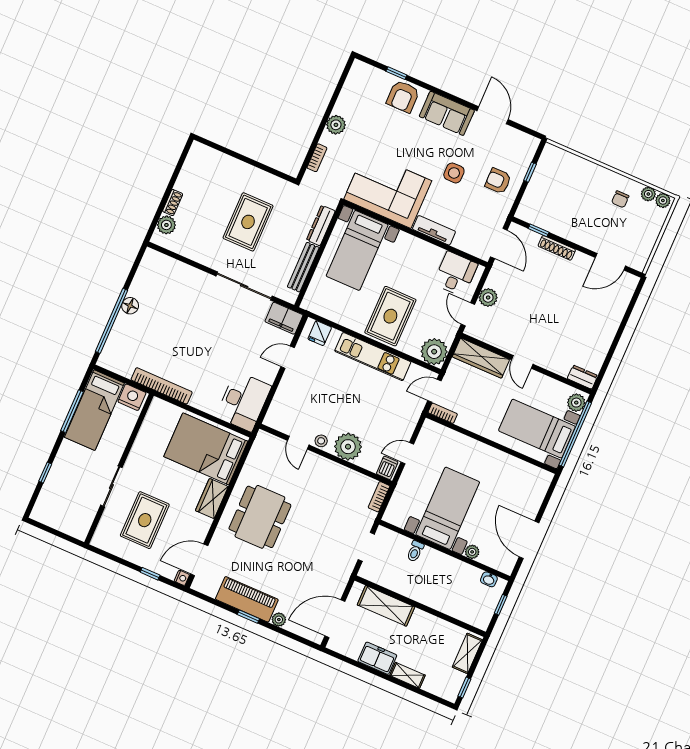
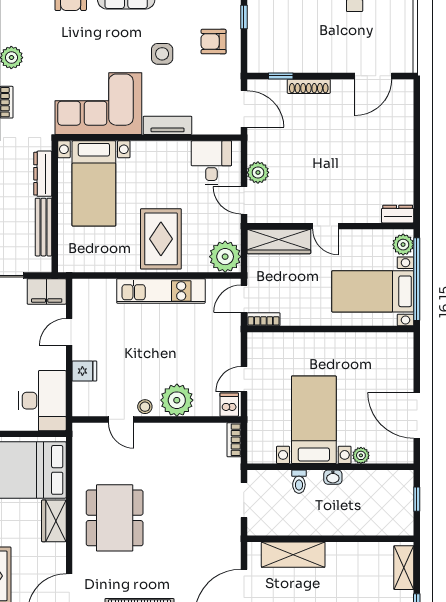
fridge: (320, 333) -> (84, 371), moved, turned -90
washbasin: (489, 579) -> (333, 477), moved

